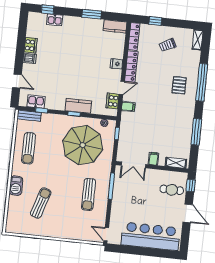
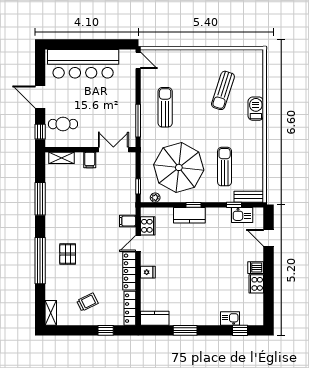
sun lounger: (29, 148) -> (225, 167), moved

